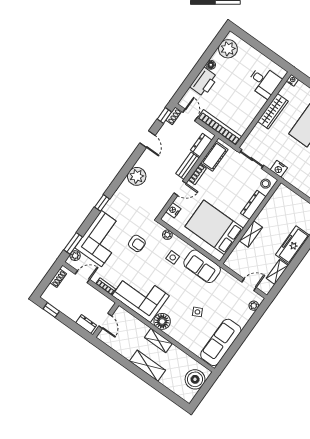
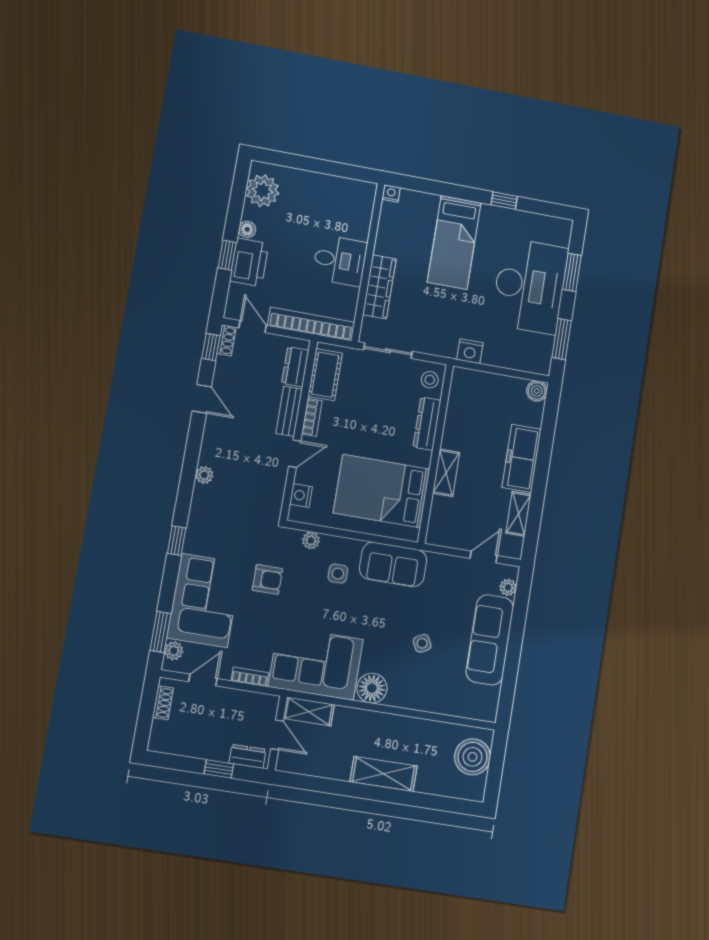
window: (195, 73) -> (227, 255), added
desk: (264, 82) -> (340, 260), moved
wardrobe: (273, 111) -> (379, 287), moved
nightstand: (279, 169) -> (470, 351), moved
plant: (137, 176) -> (204, 475), width x0.53, depth x0.53
window: (51, 310) -> (219, 769), moved
shelving: (158, 340) -> (309, 712), moved
sofa: (221, 342) -> (490, 640), moved

